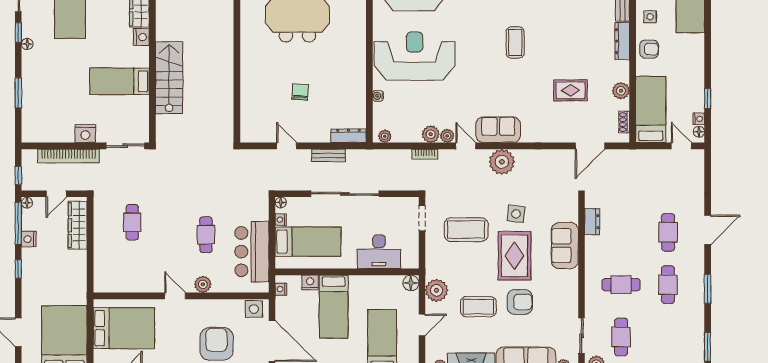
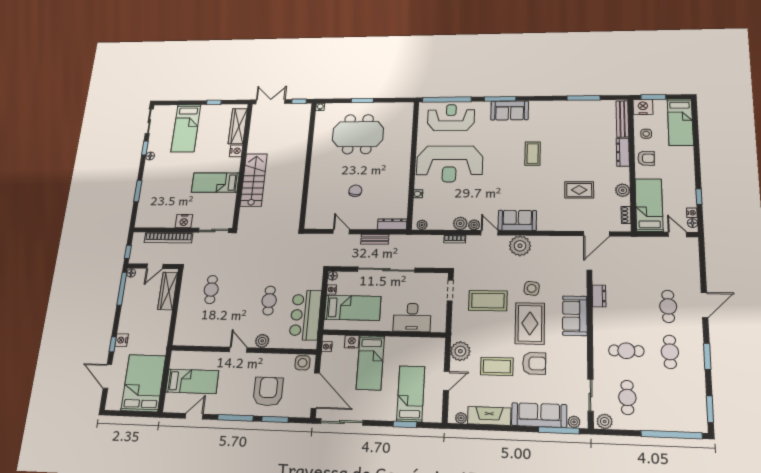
reception desk: (415, 56) -> (449, 164), turned 180
nightstand: (29, 239) -> (122, 340), moved
window: (18, 269) -> (113, 344), moved
floor lamp: (411, 283) -> (438, 344), removed
bed: (124, 328) -> (192, 381), width x0.67

